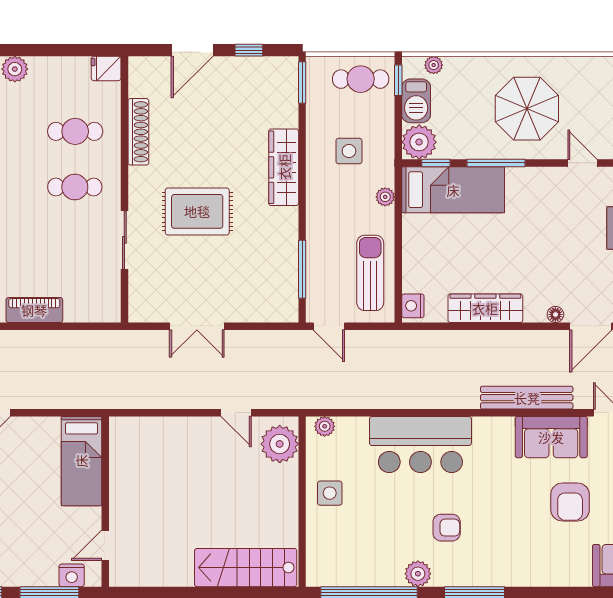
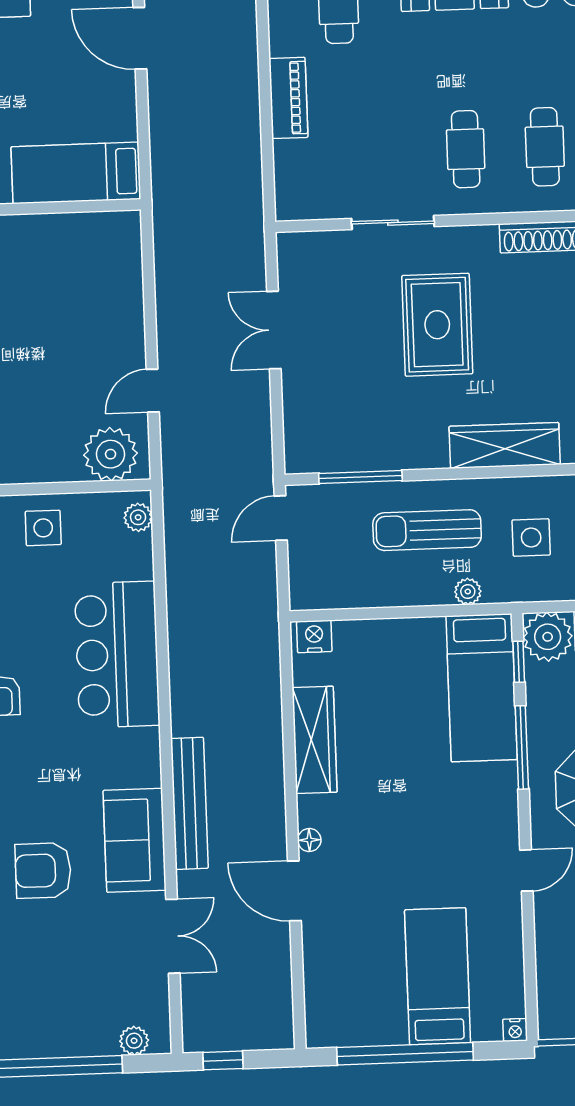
sun lounger: (370, 273) -> (427, 530), moved, turned 180

